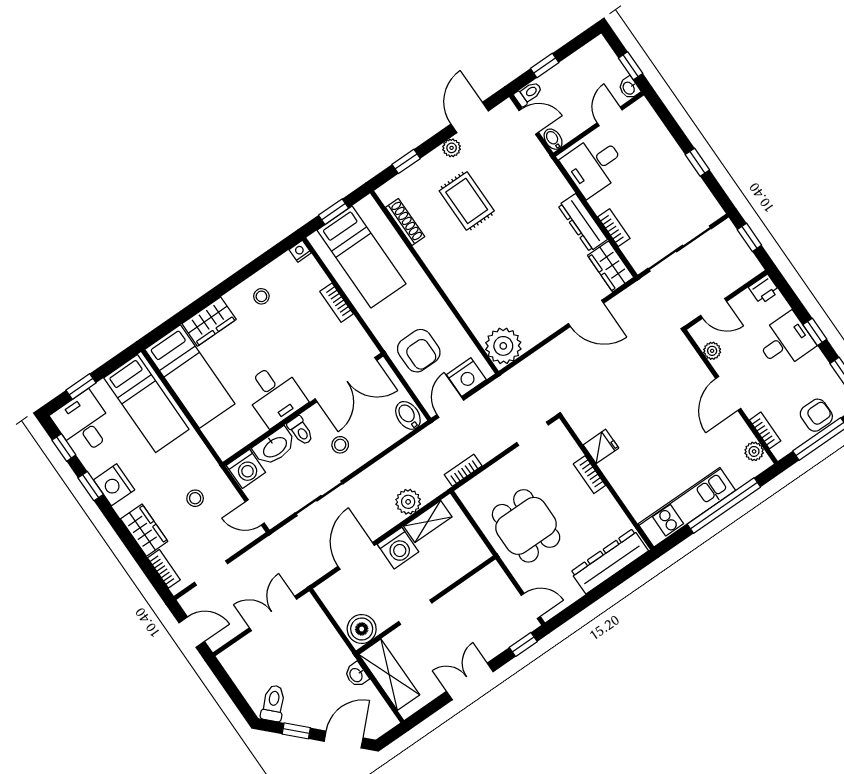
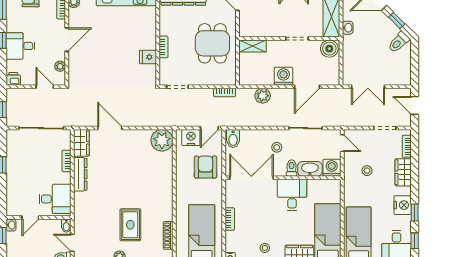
shelving: (428, 522) -> (253, 46), moved

